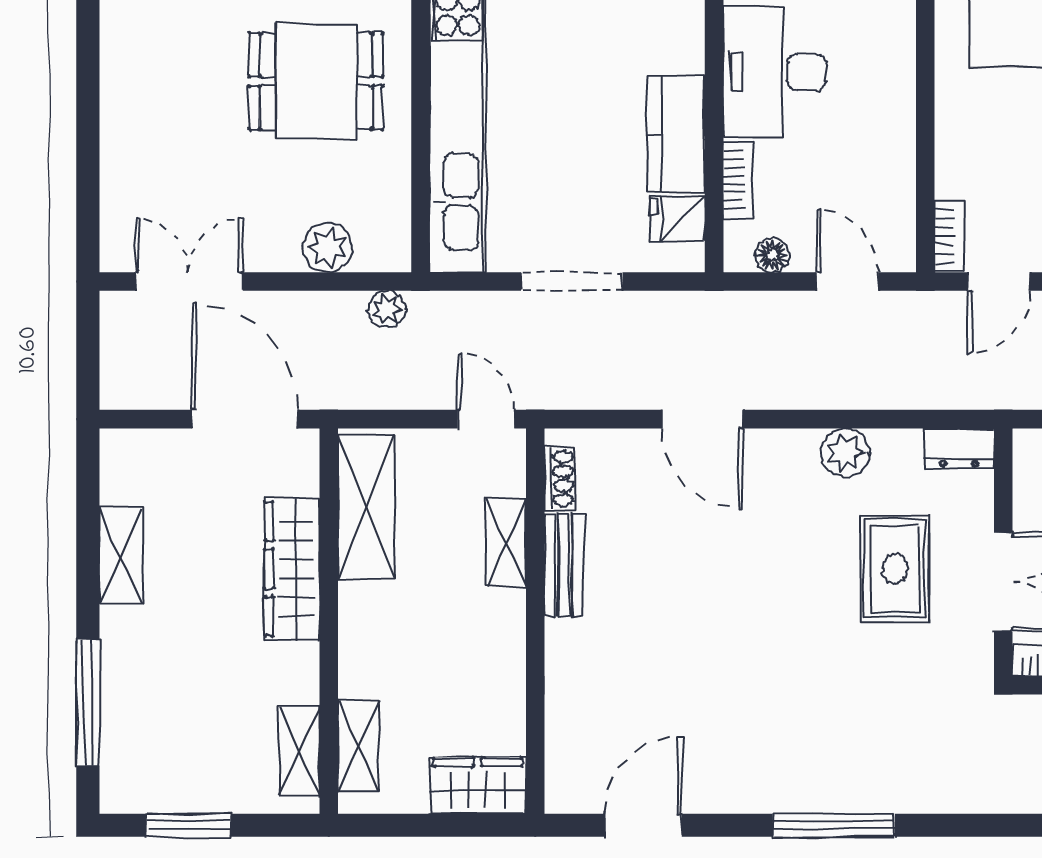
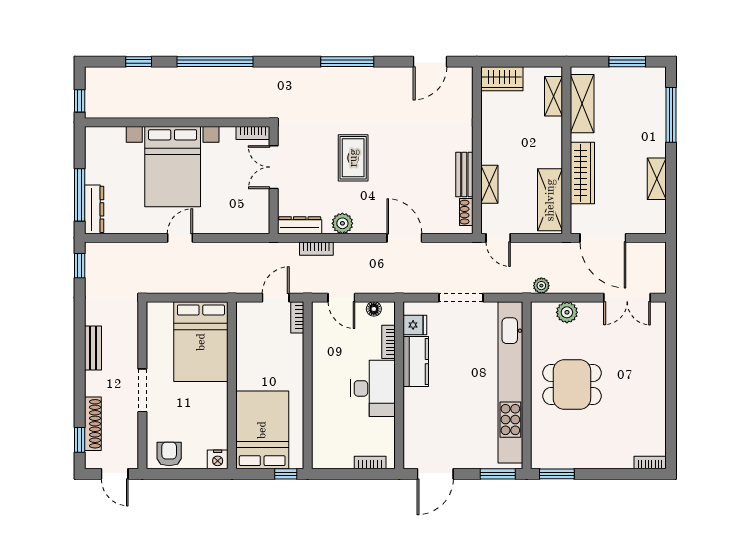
bookcase: (905, 394) -> (316, 249), added
dresser: (959, 448) -> (300, 225), width x1.44
rug: (895, 569) -> (353, 158), moved
shelving: (299, 751) -> (582, 104), width x1.50, depth x1.33

